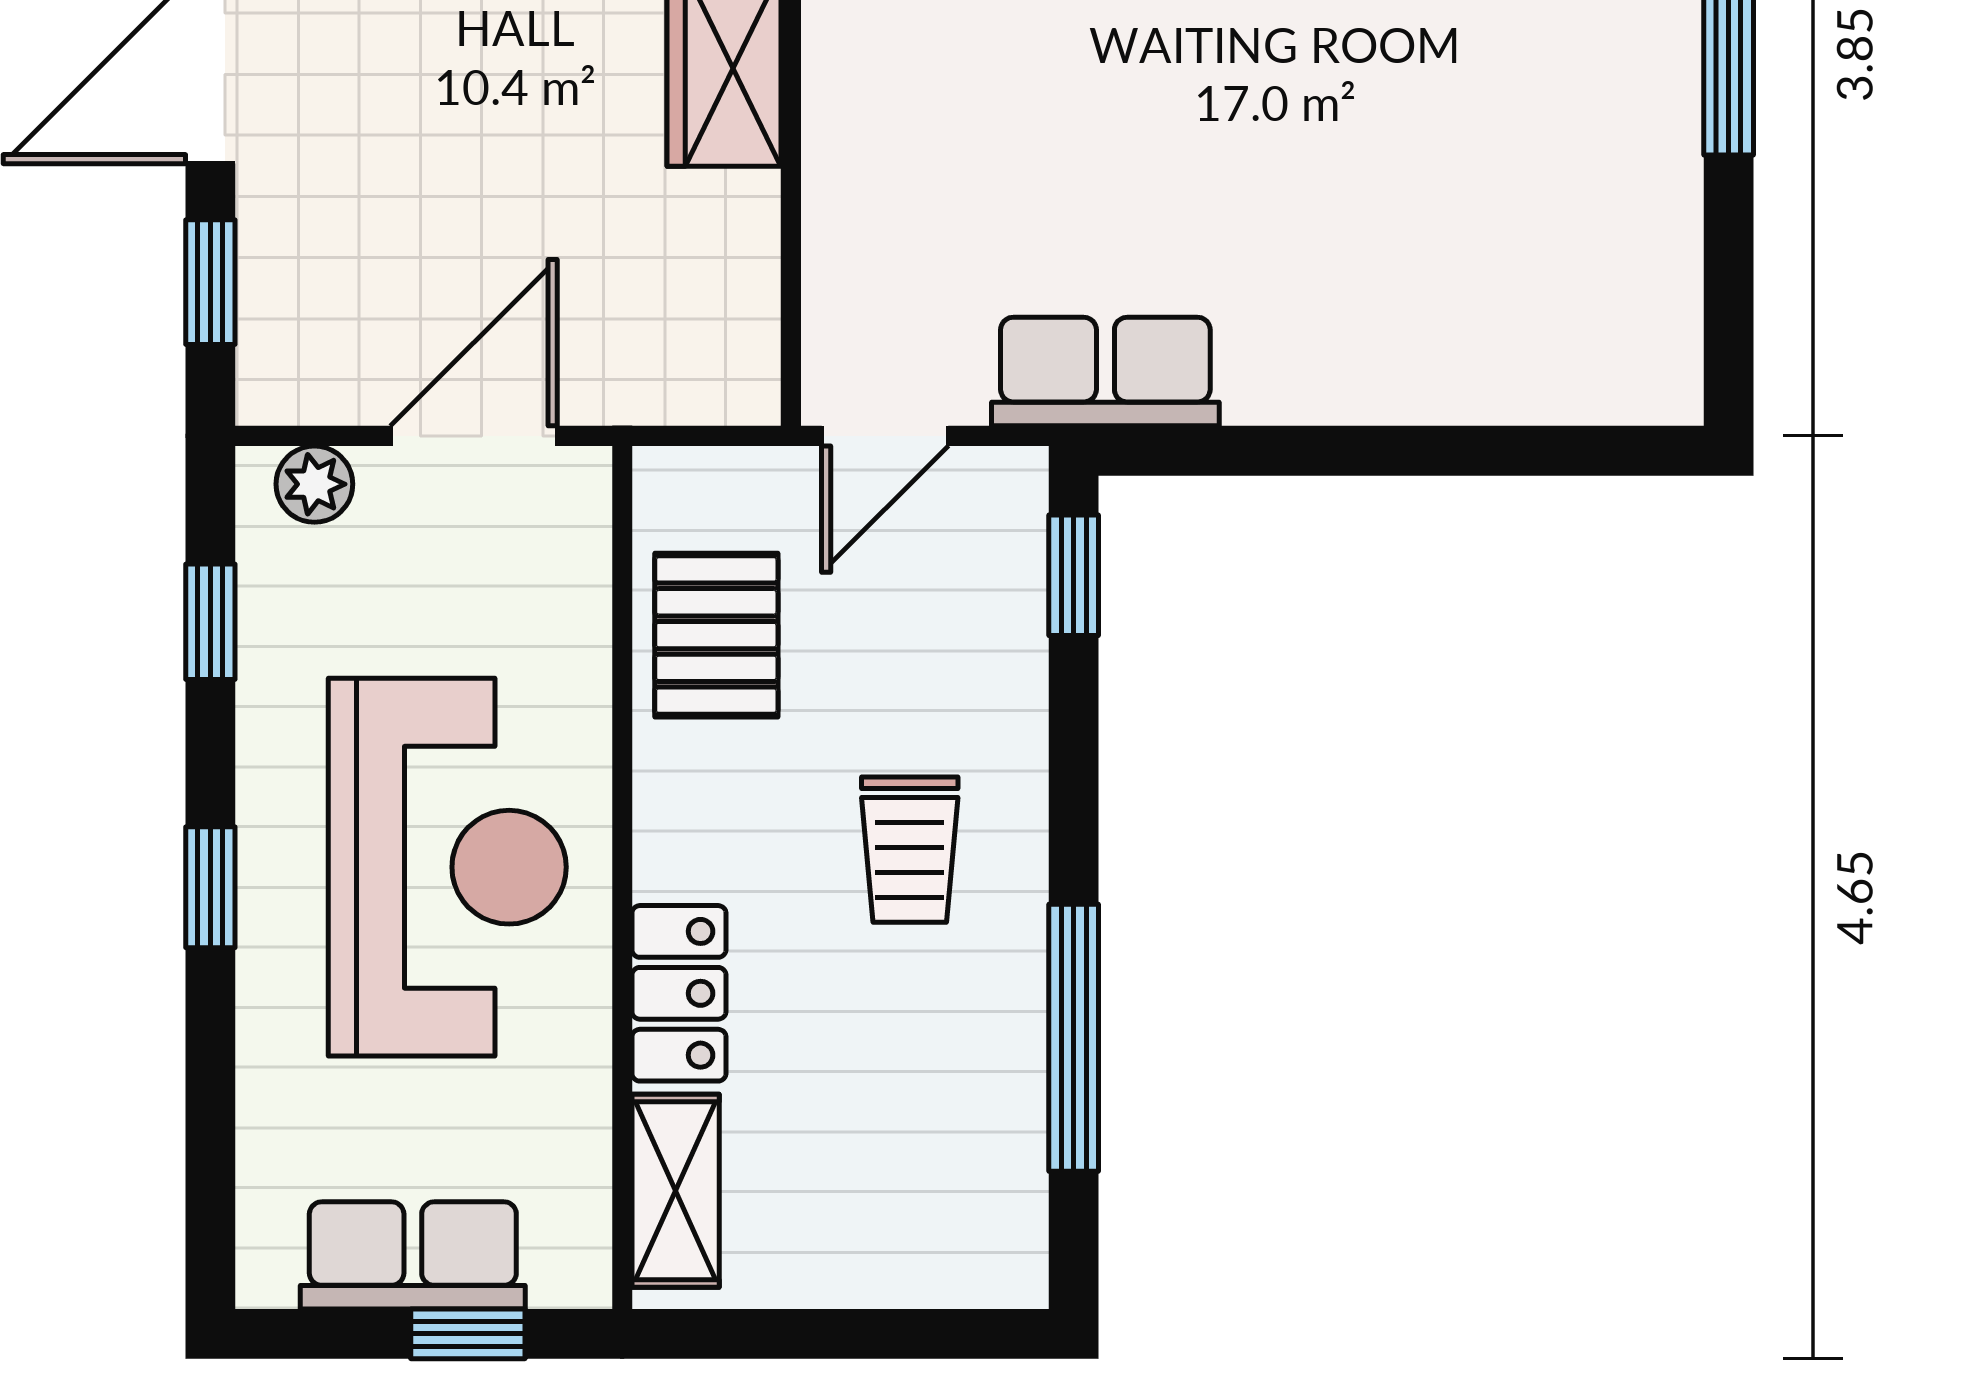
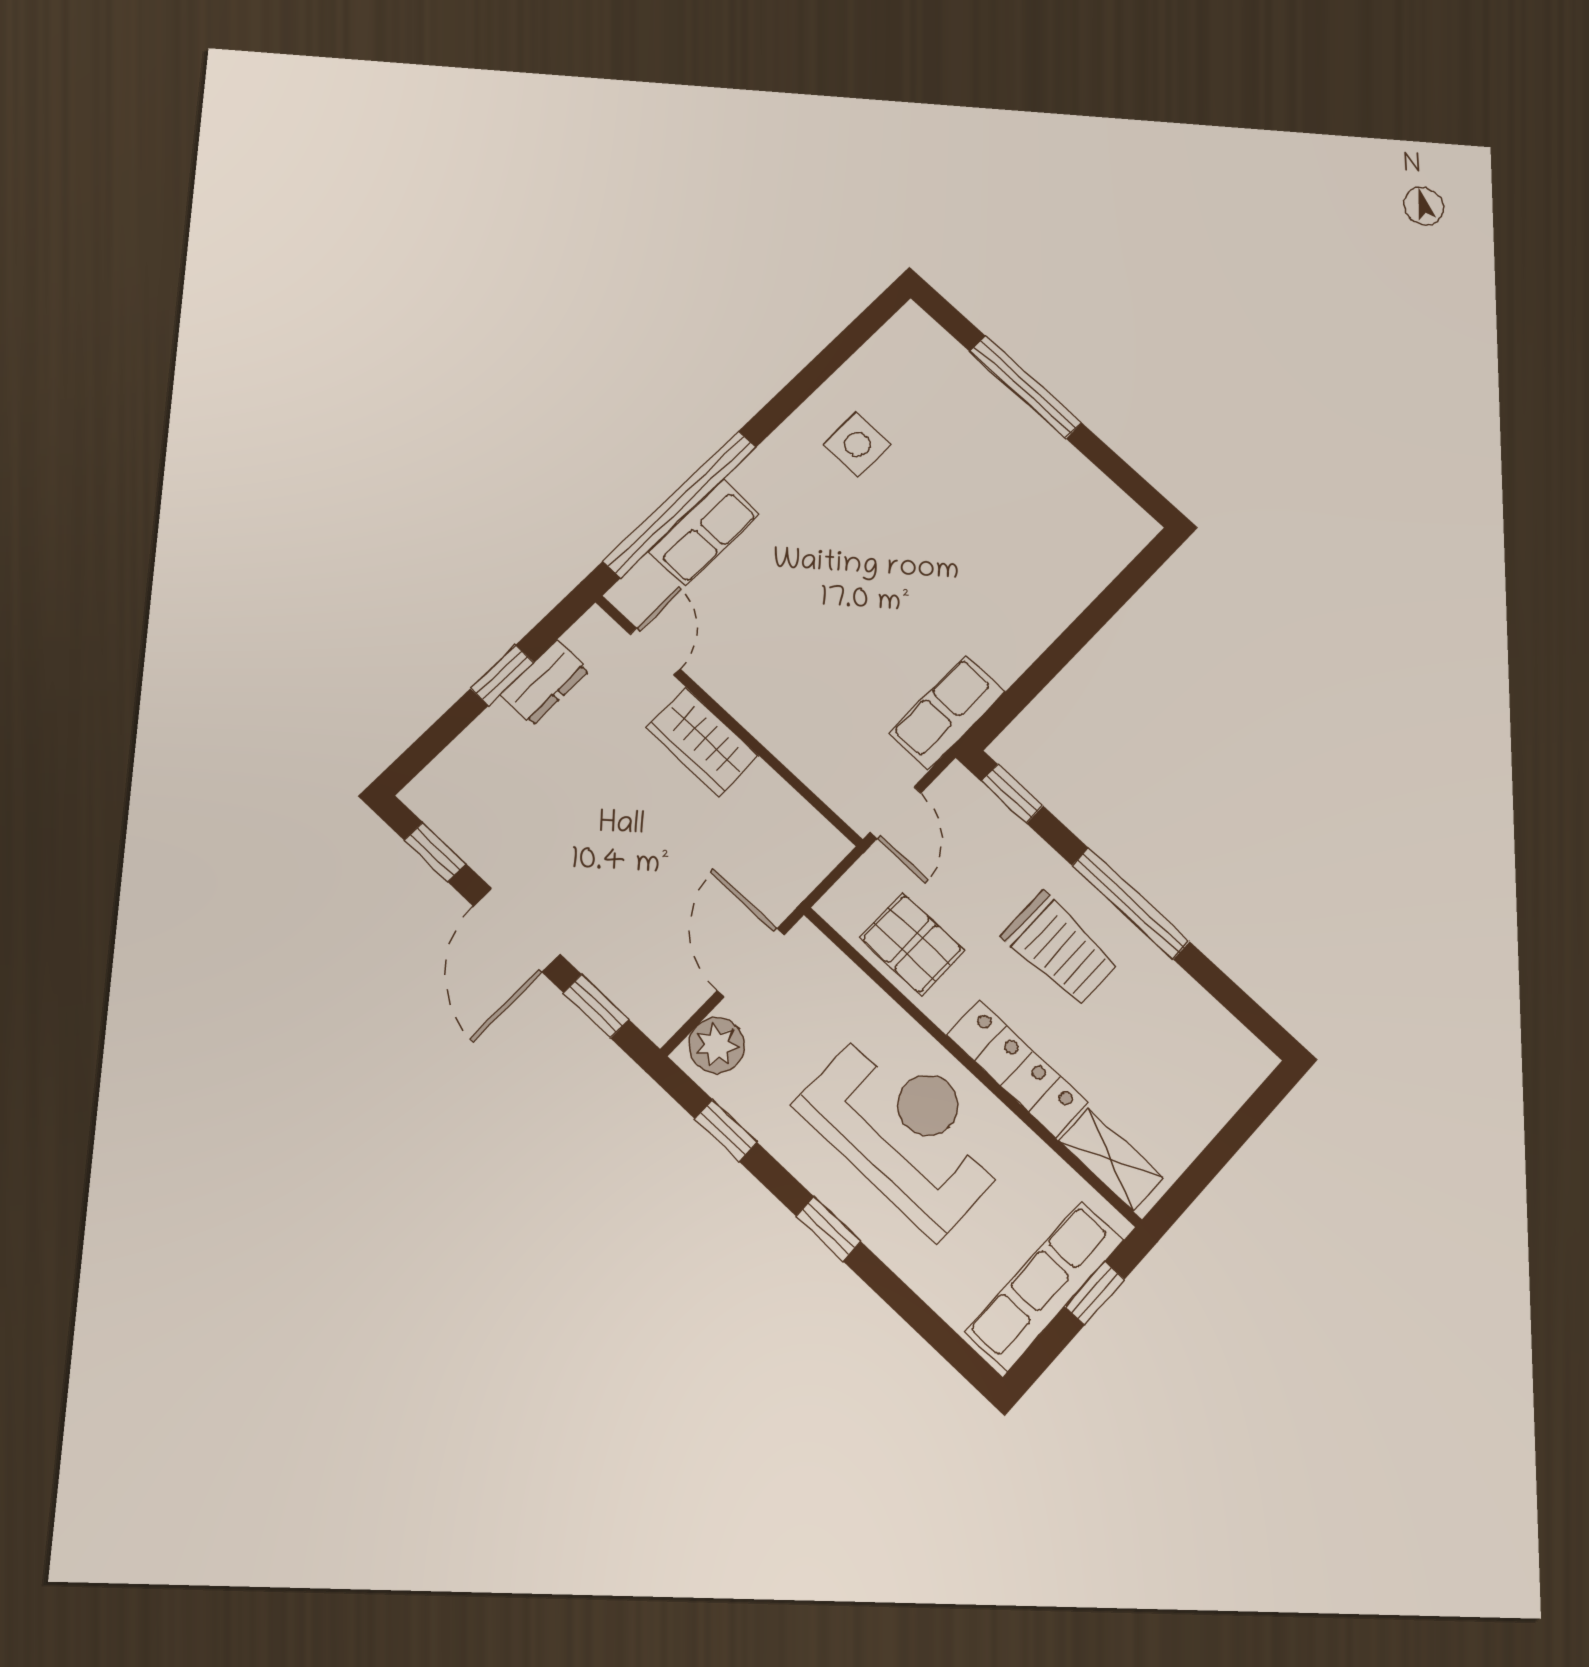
plant: (314, 484) -> (717, 1045), width x1.38, depth x1.38
trolley: (910, 850) -> (1060, 949), width x1.36, depth x1.39
locker: (679, 993) -> (1017, 1069), width x1.53
window: (1074, 1038) -> (1131, 903), moved
row of seats: (413, 1255) -> (1045, 1286), width x1.48

